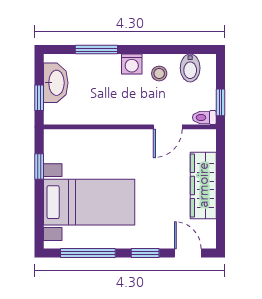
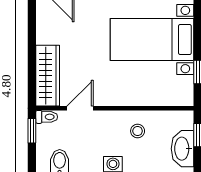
stool: (159, 74) -> (138, 131), moved
wardrobe: (203, 185) -> (48, 76), moved

